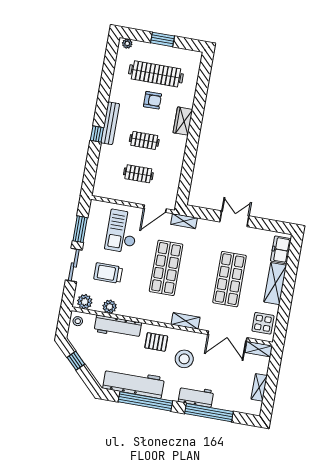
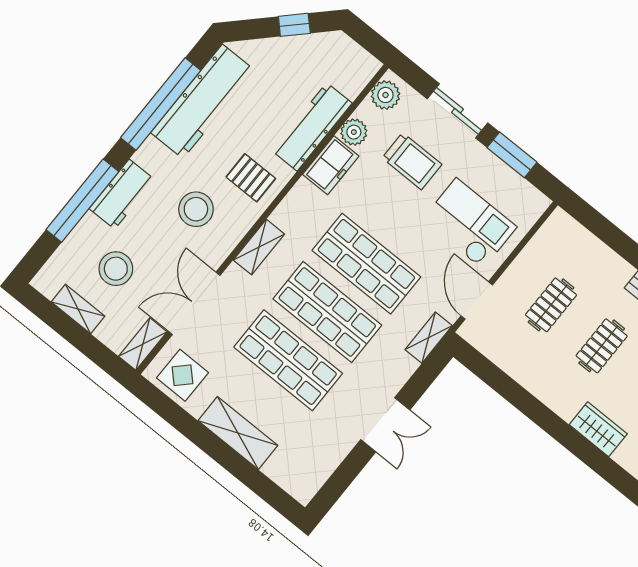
freezer: (281, 250) -> (331, 165), moved, turned 90
trolley: (108, 273) -> (412, 161), turned 90
shop shelf: (198, 273) -> (327, 312), added
stool: (78, 321) -> (116, 269), moved, width x1.89, depth x1.89
pallet: (156, 342) -> (251, 178), turned 90

